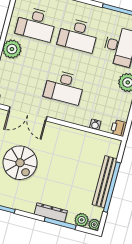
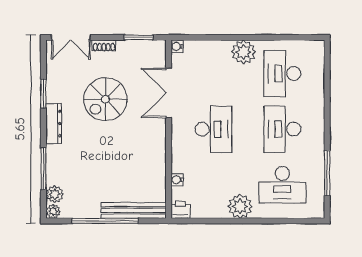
desk: (64, 87) -> (213, 129), turned 180
bench: (105, 182) -> (134, 210), moved
dresser: (51, 212) -> (54, 124), moved

